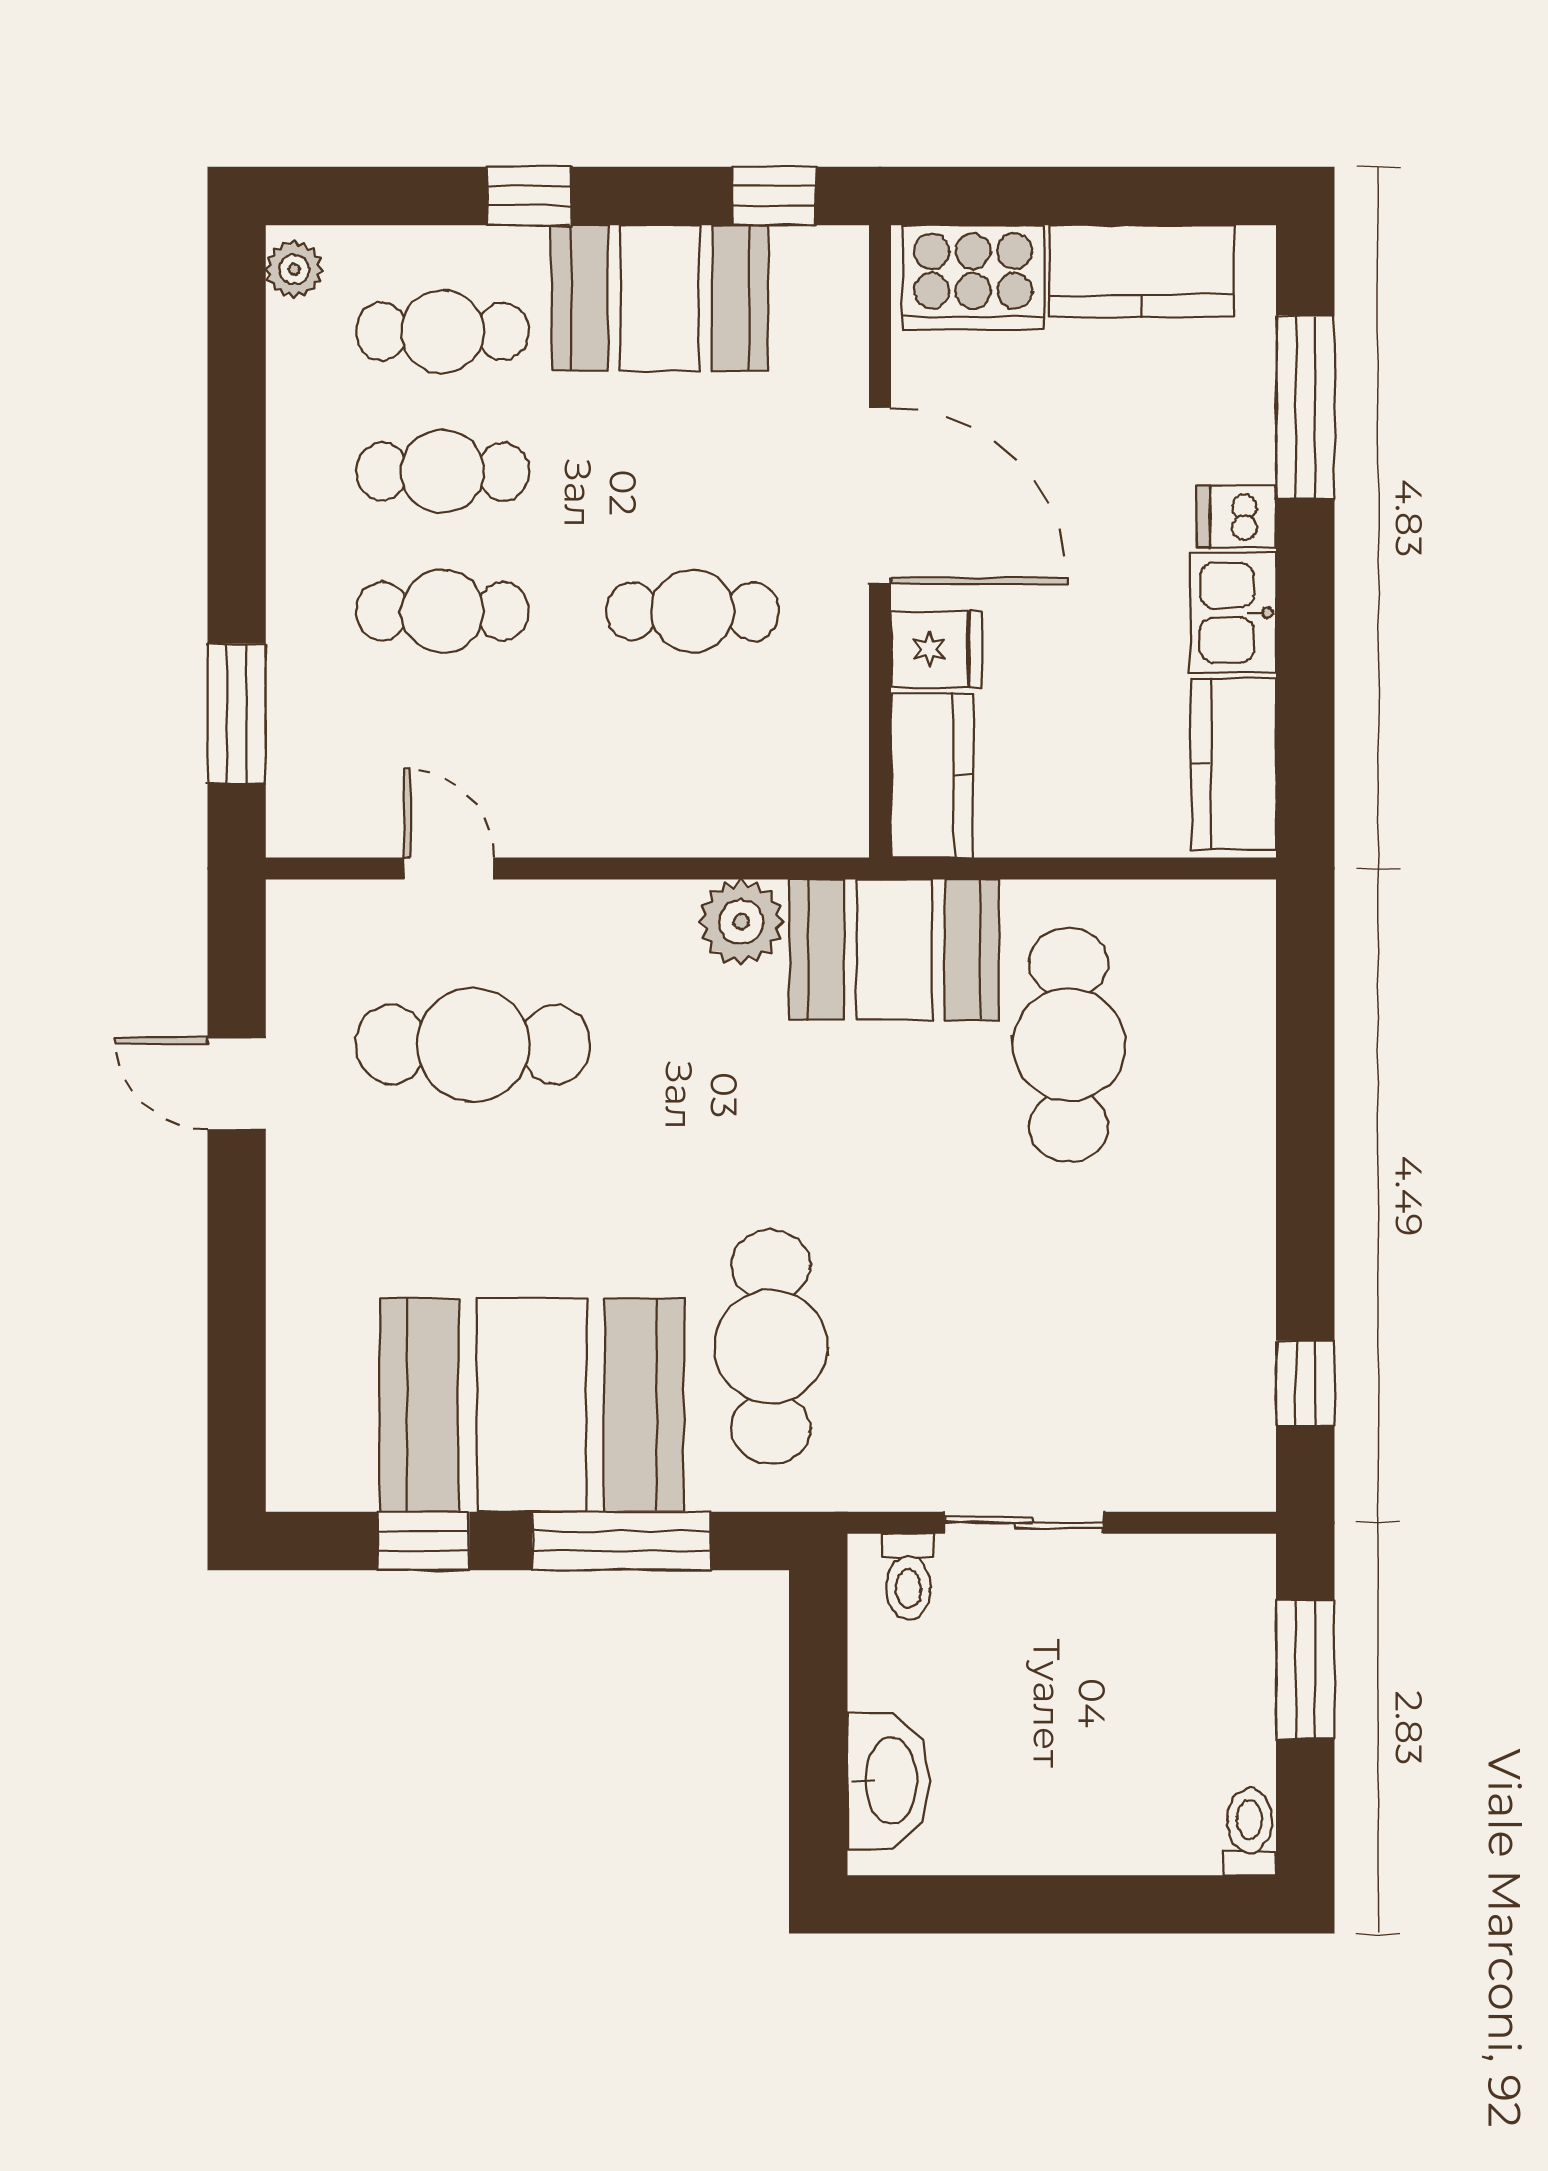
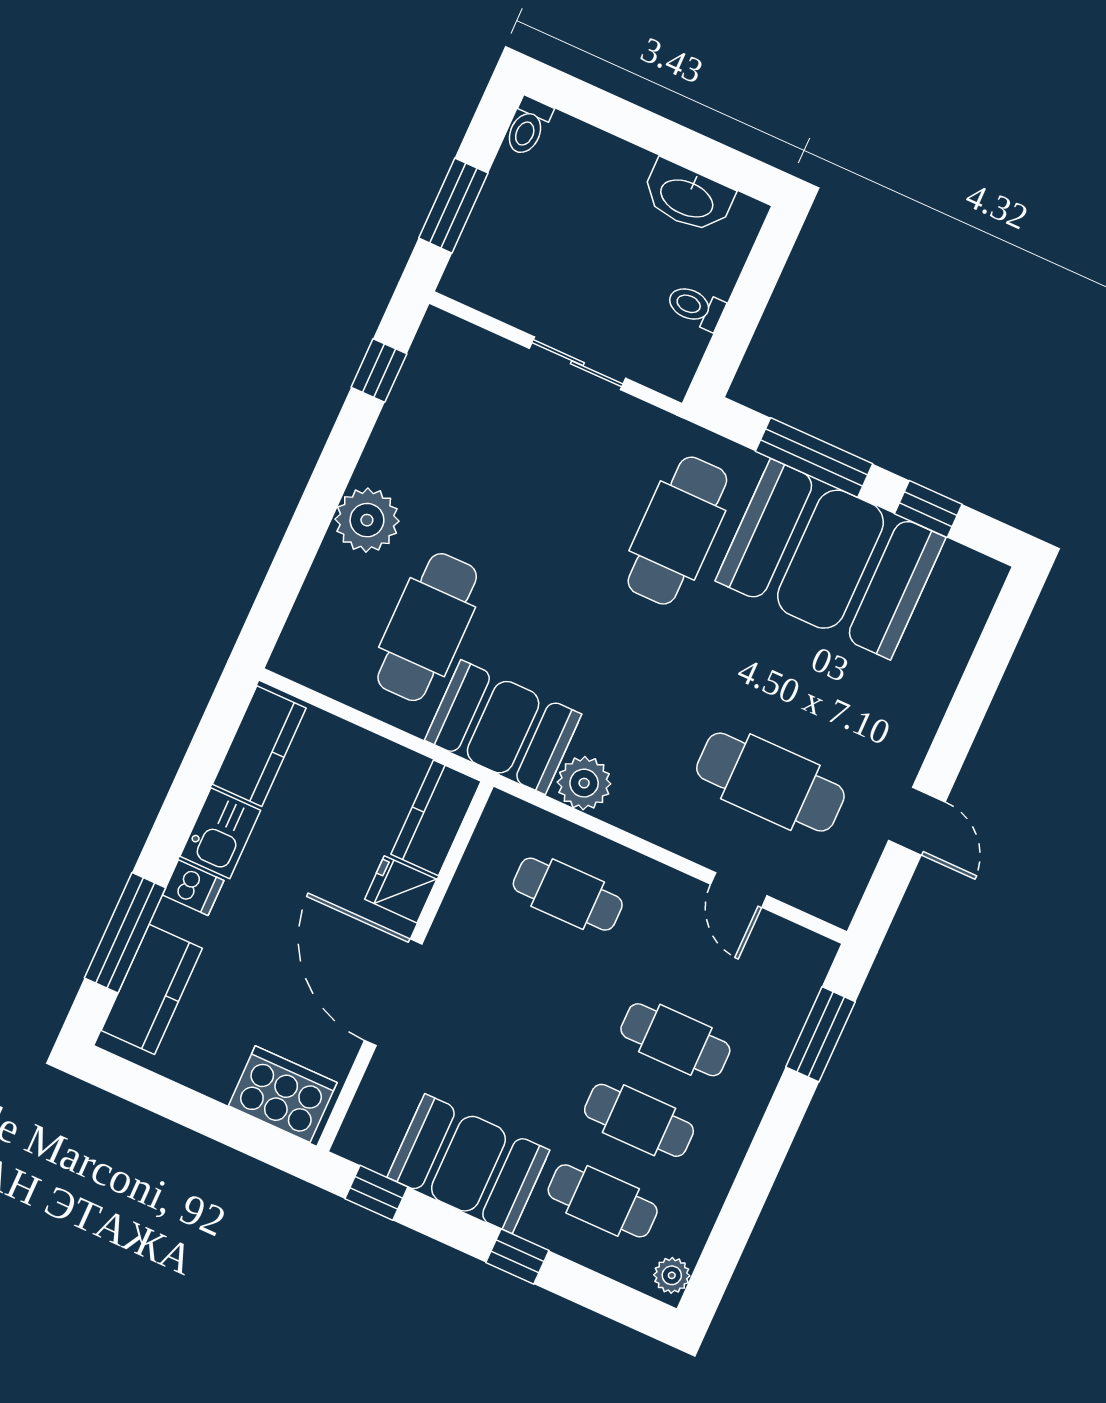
kitchen counter: (1142, 271) -> (152, 989), moved, turned 90
cafe table: (692, 611) -> (568, 894), moved
plant: (1225, 1160) -> (367, 520), added
toilet: (908, 1577) -> (696, 307), moved, turned -90
washbasin: (889, 1781) -> (687, 197), moved, turned -90

